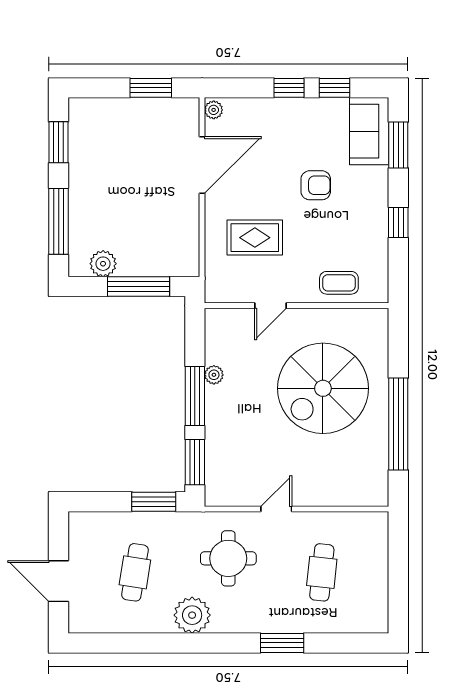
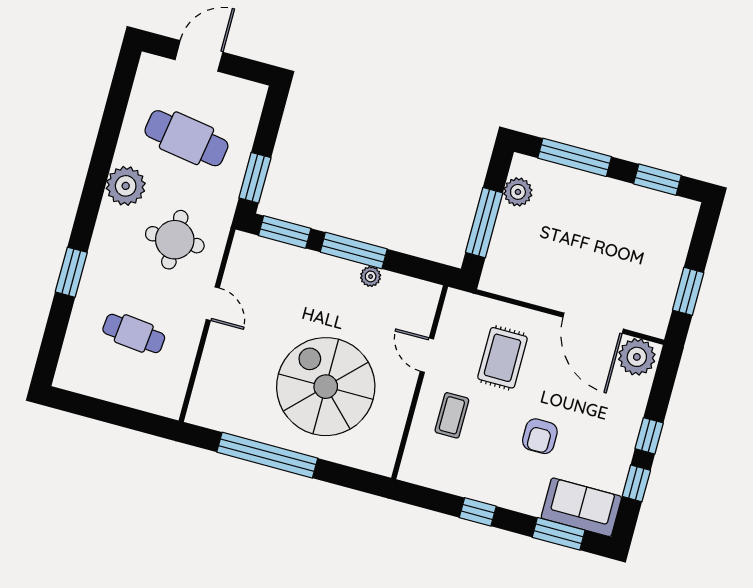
plant: (214, 110) -> (637, 357), width x1.88, depth x1.88
coffee table: (339, 283) -> (452, 415), moved
cafe table: (135, 572) -> (186, 138), width x1.37, depth x1.35

